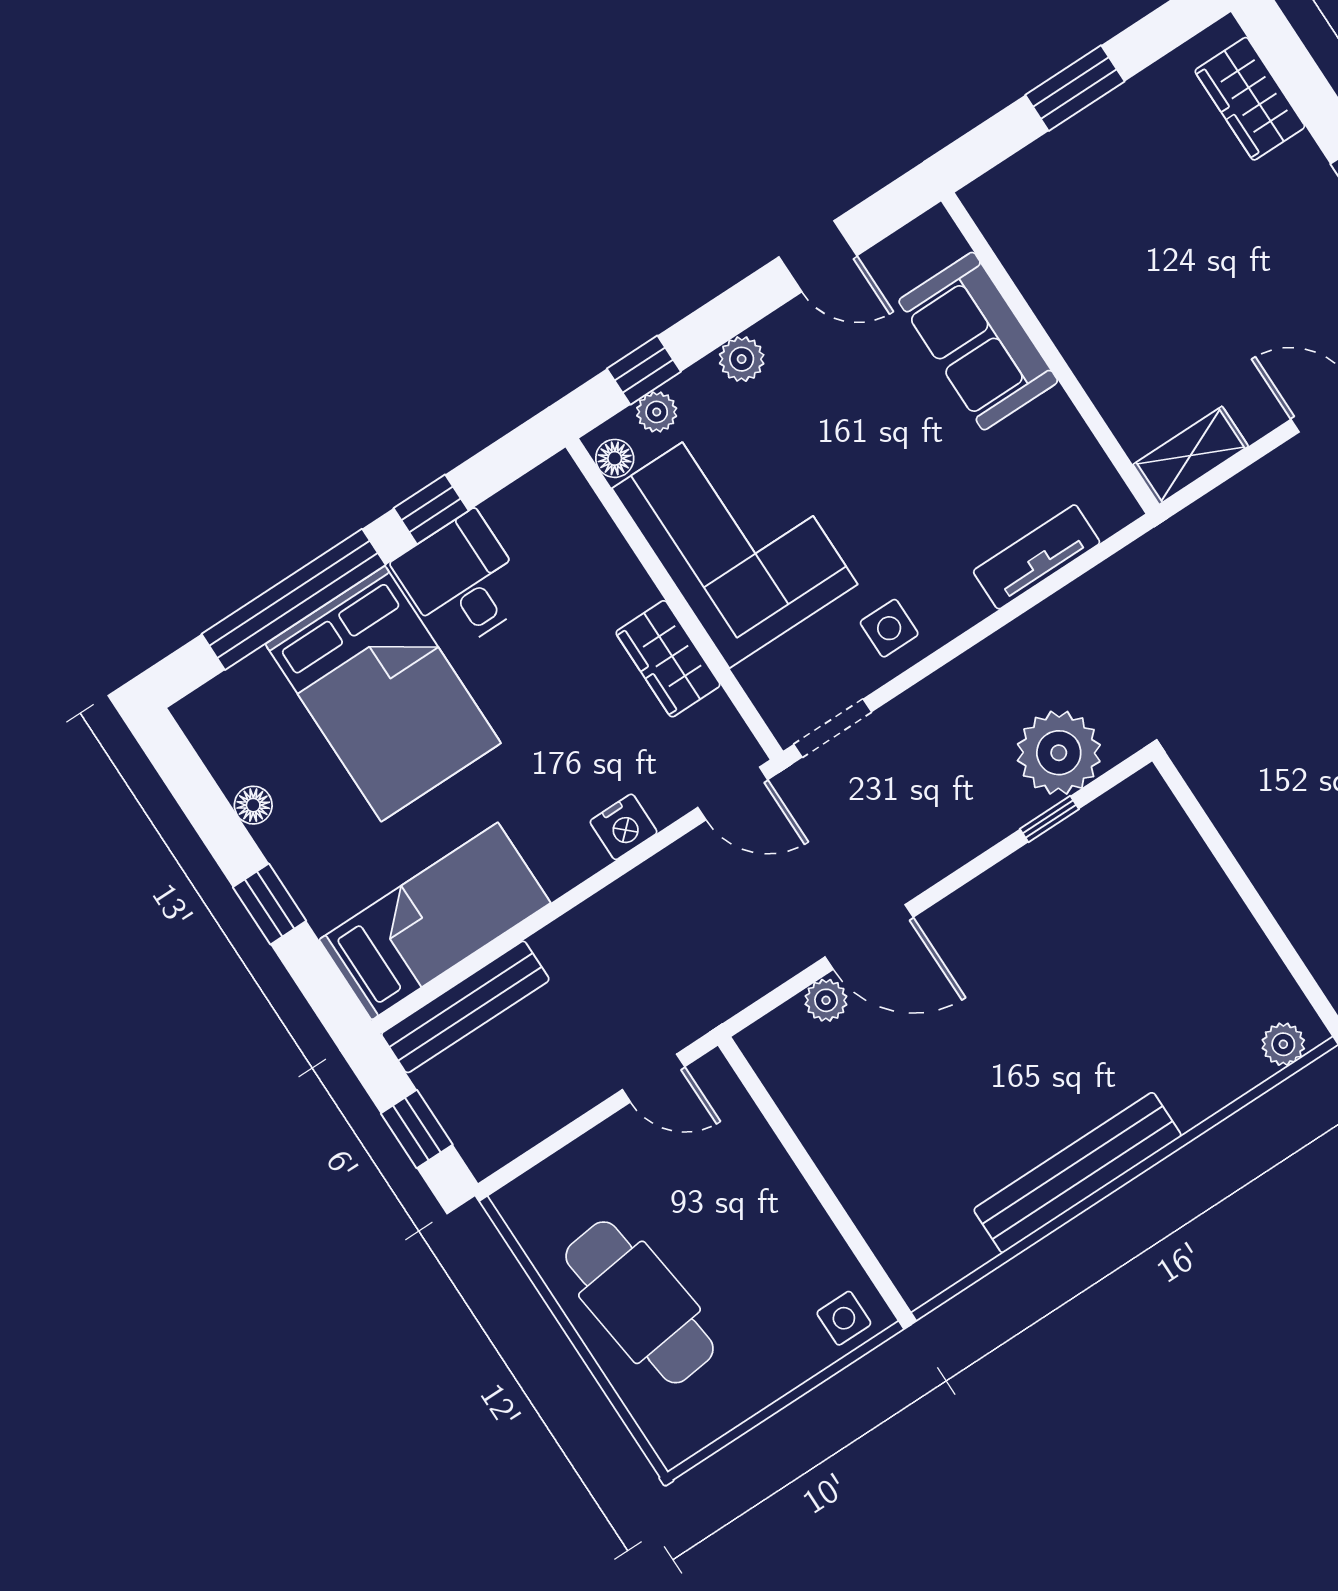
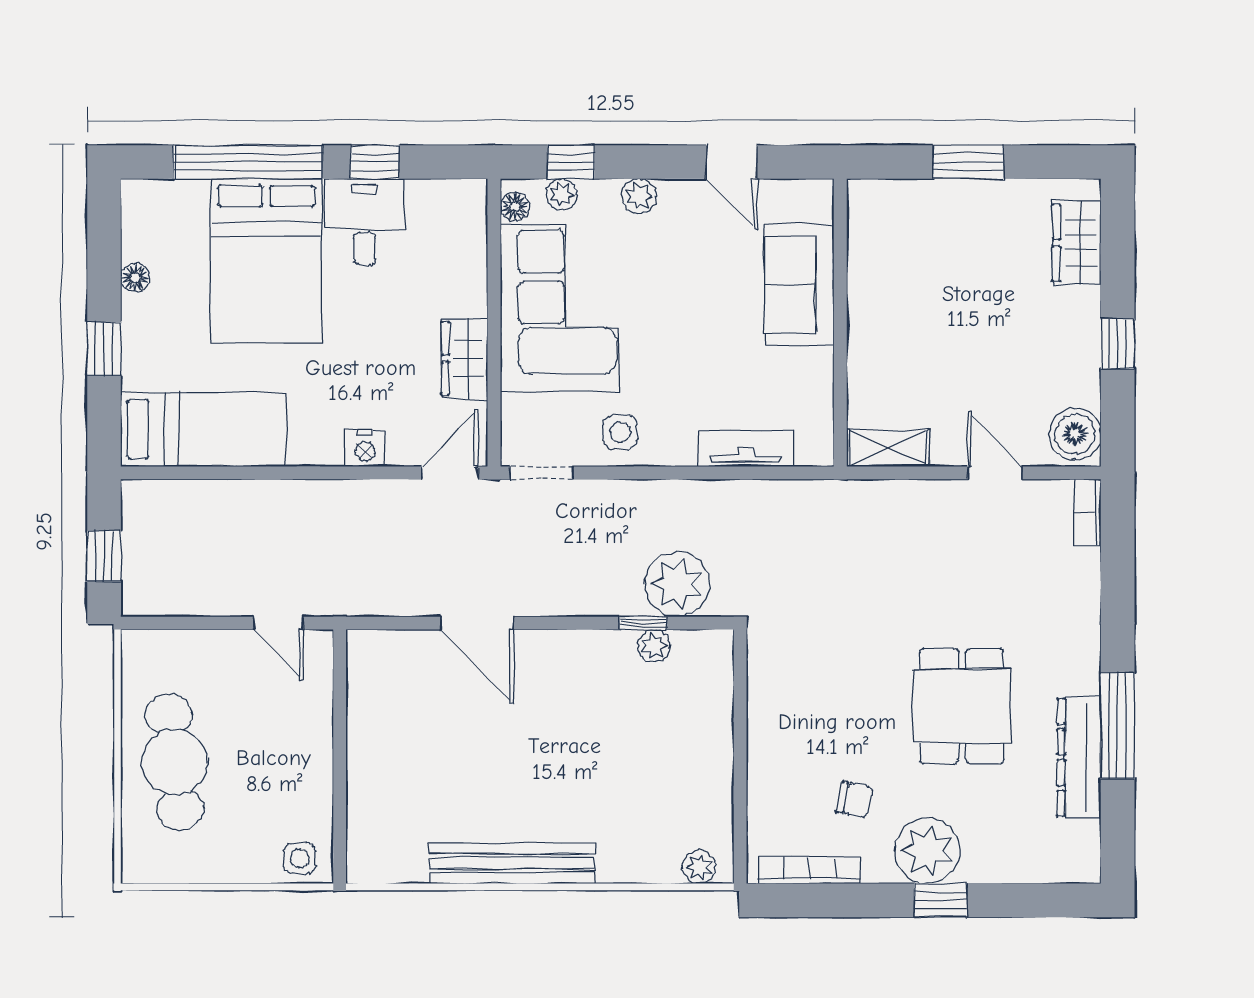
door: (733, 793) -> (450, 473), swing flipped
plant: (826, 1000) -> (654, 646), moved
bench: (465, 1007) -> (187, 498), removed

